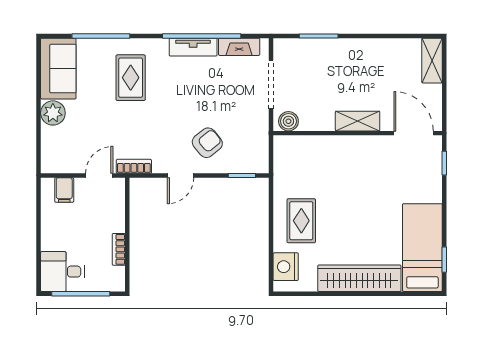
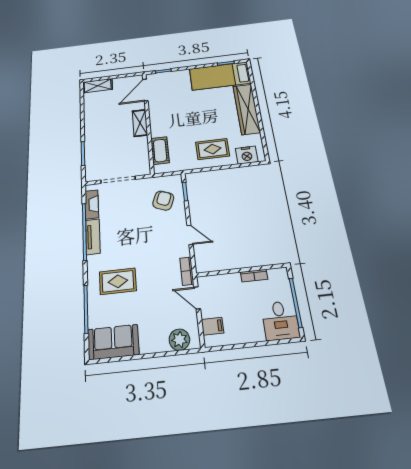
plant: (53, 113) -> (179, 340), moved
boiler: (288, 121) -> (143, 165), removed
armchair: (207, 143) -> (163, 201), moved, turned 60
cot: (309, 147) -> (160, 151), added

